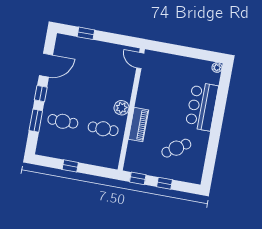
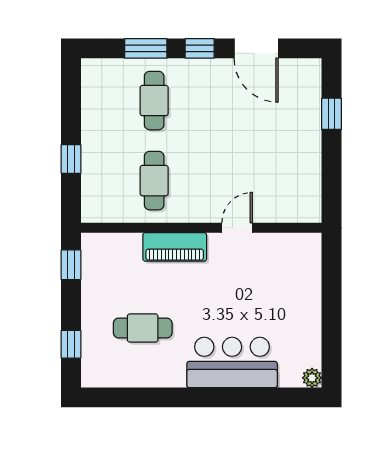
door: (140, 61) -> (237, 228), moved
plant: (122, 108) -> (201, 209), removed
cafe table: (176, 148) -> (143, 328), turned -57
window: (70, 166) -> (71, 159), moved
window: (164, 183) -> (71, 344), moved

